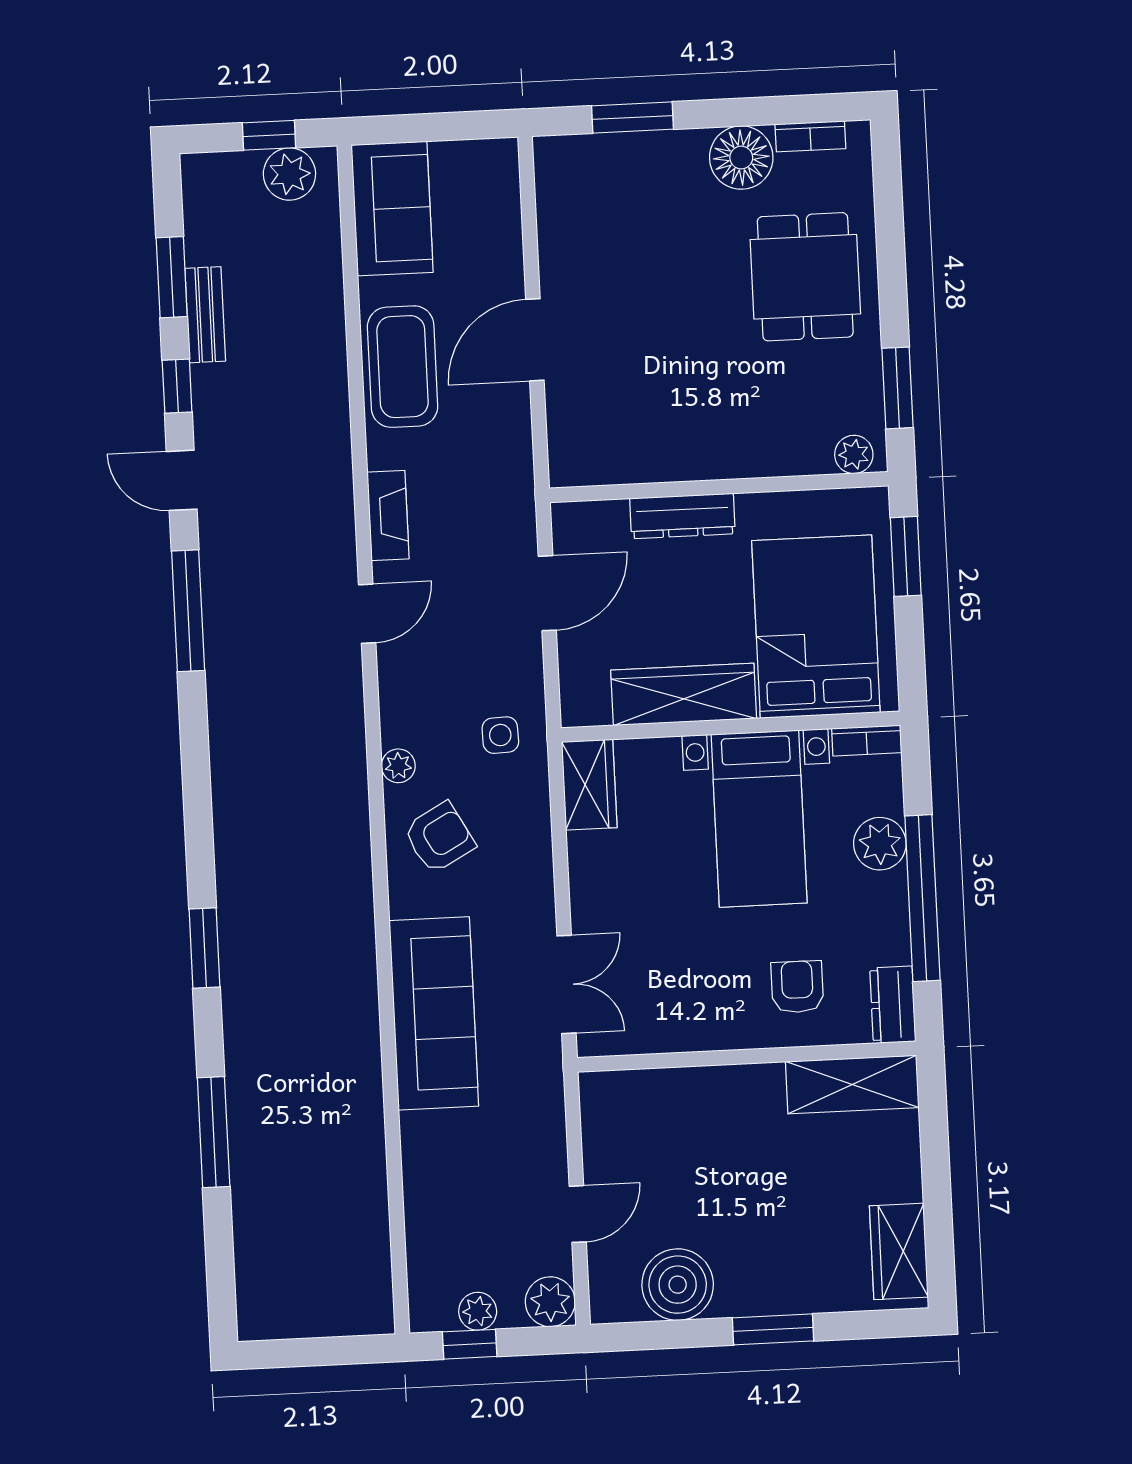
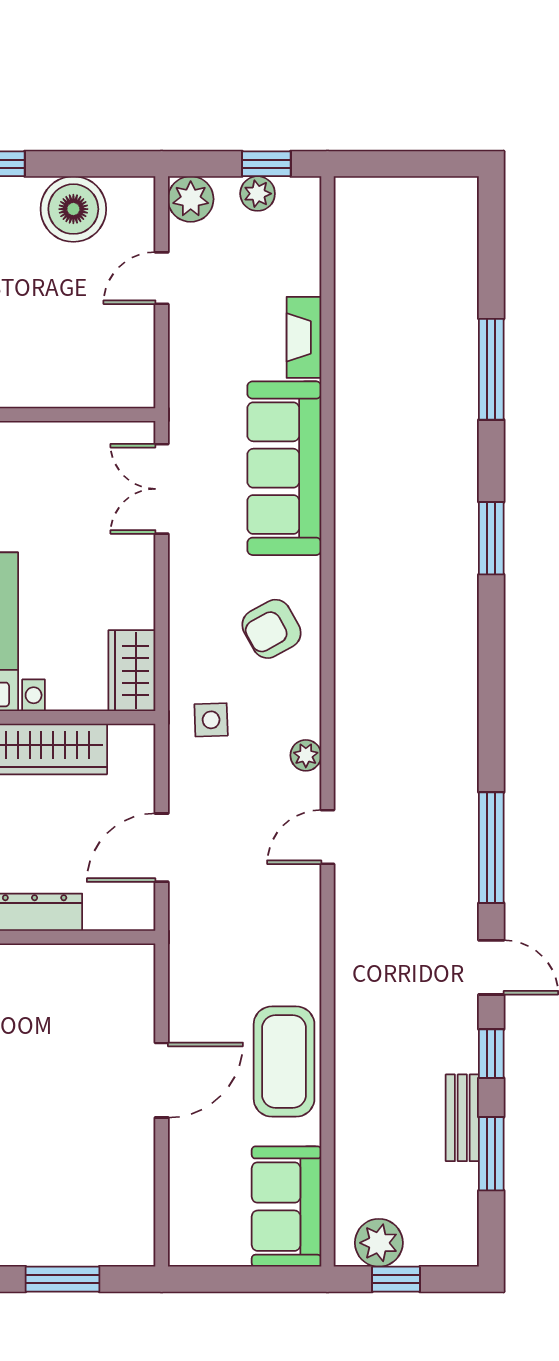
fireplace: (388, 515) -> (304, 337), moved
plant: (398, 766) -> (306, 755), moved

